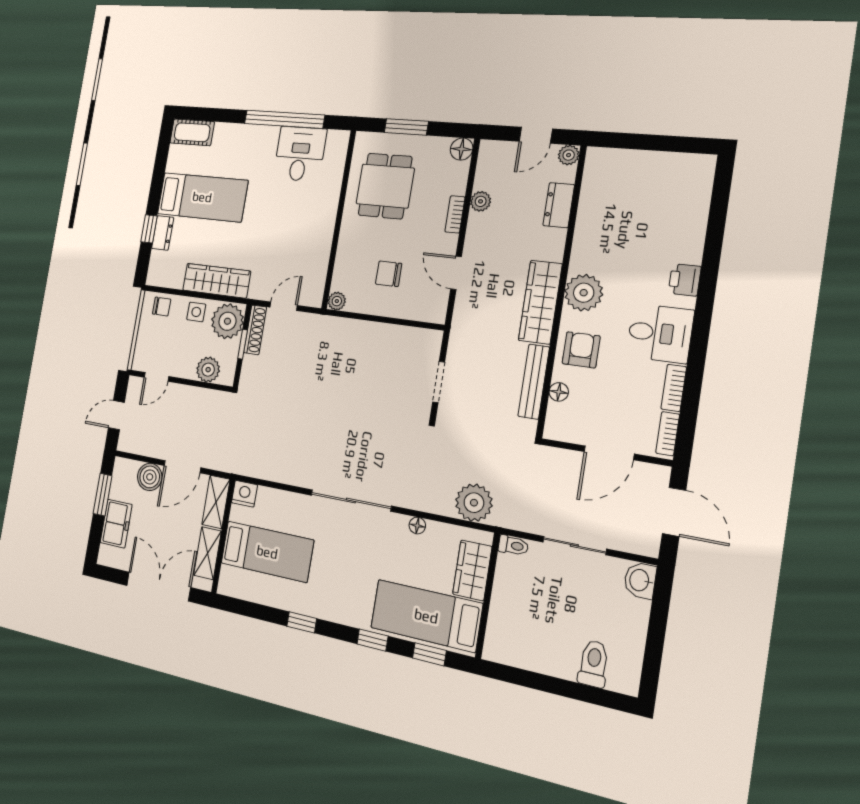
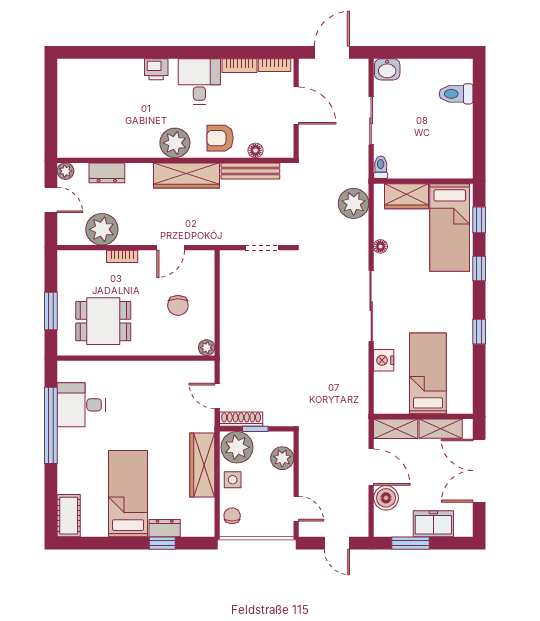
floor lamp: (462, 149) -> (67, 260), removed
plant: (481, 201) -> (102, 229), width x1.88, depth x1.88
nightstand: (244, 494) -> (384, 360), moved

